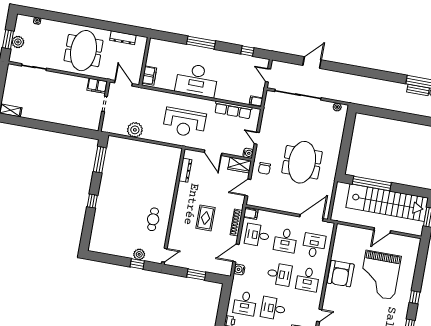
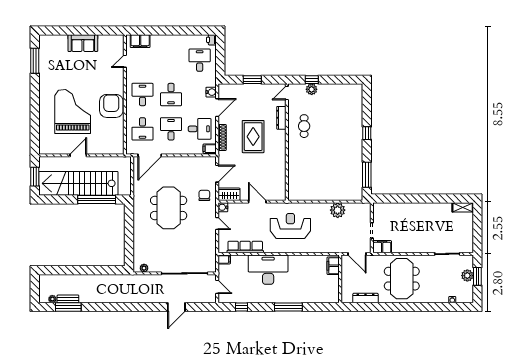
desk: (197, 80) -> (268, 270), moved
dresser: (185, 170) -> (281, 118), moved
rug: (205, 218) -> (253, 137), width x1.36, depth x1.43
desk: (279, 274) -> (171, 95), turned -90
window: (415, 297) -> (35, 96), removed
desk: (273, 308) -> (171, 60), removed

